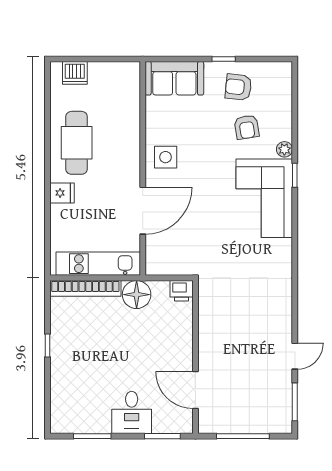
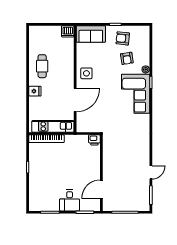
dishwasher: (75, 73) -> (68, 31), moved
cafe table: (77, 143) -> (42, 66), width x0.73, depth x0.74
floor lamp: (137, 295) -> (72, 142), removed
door: (195, 390) -> (101, 189), hinge flipped

